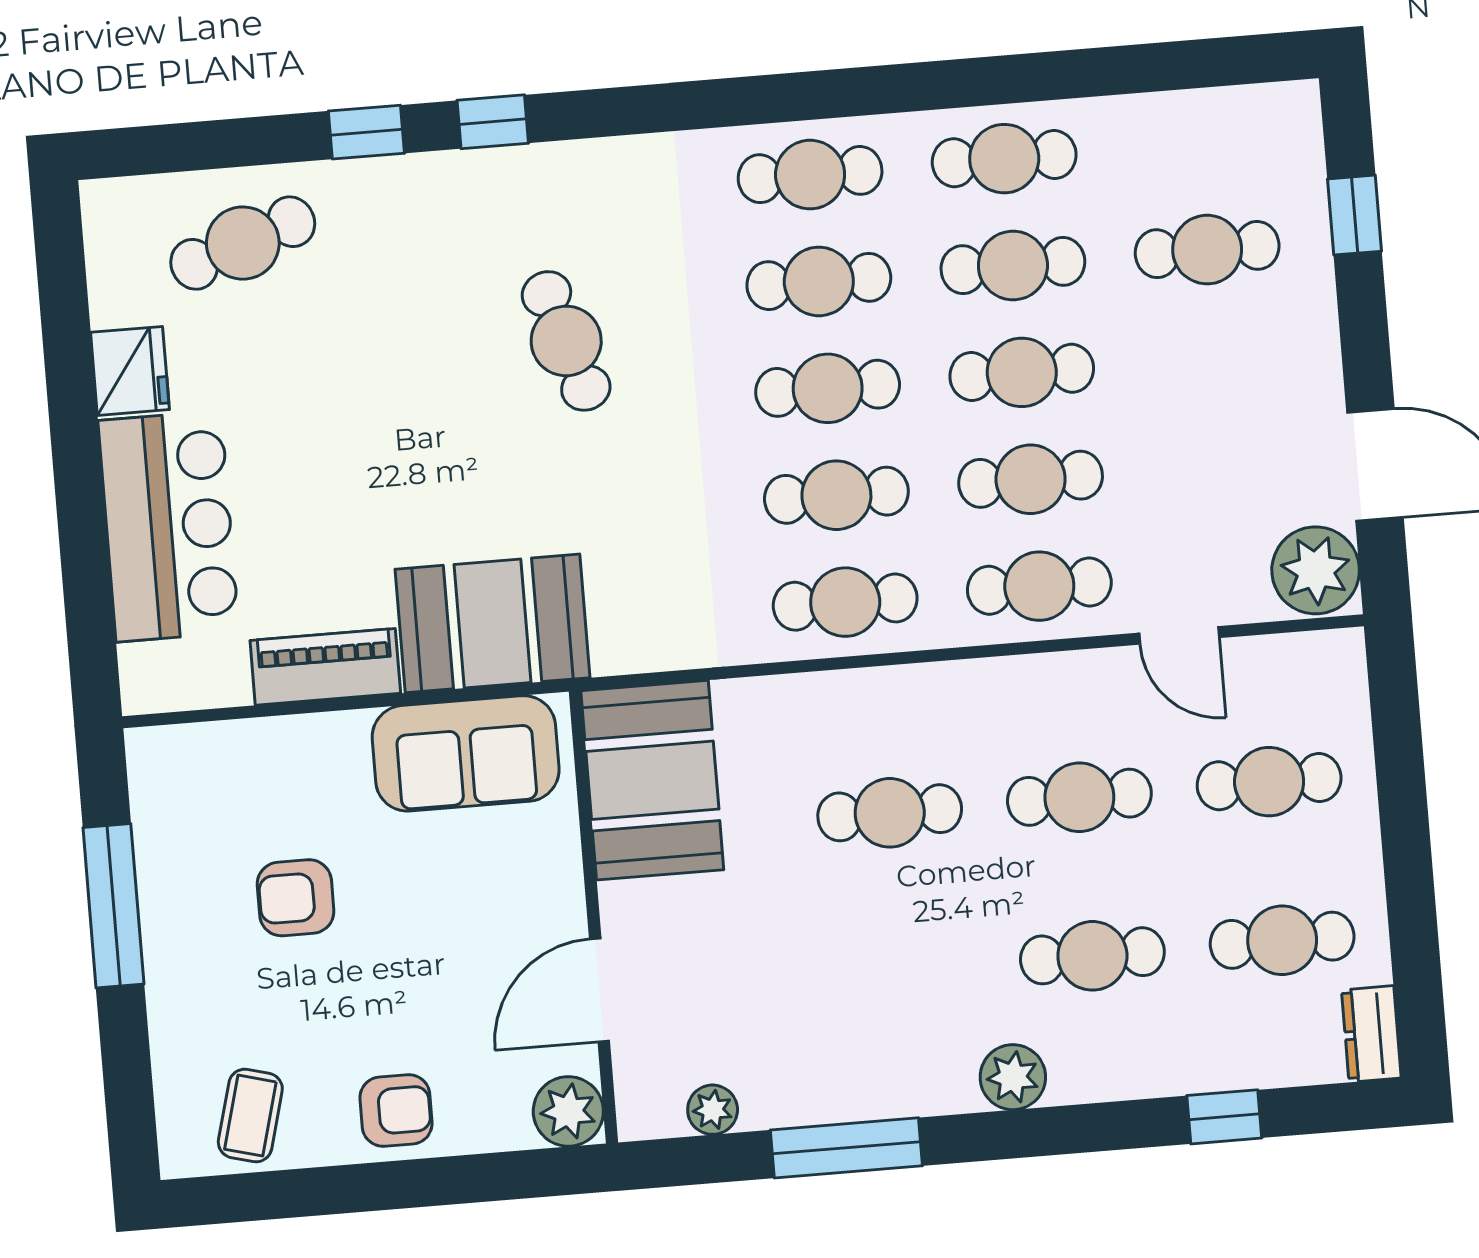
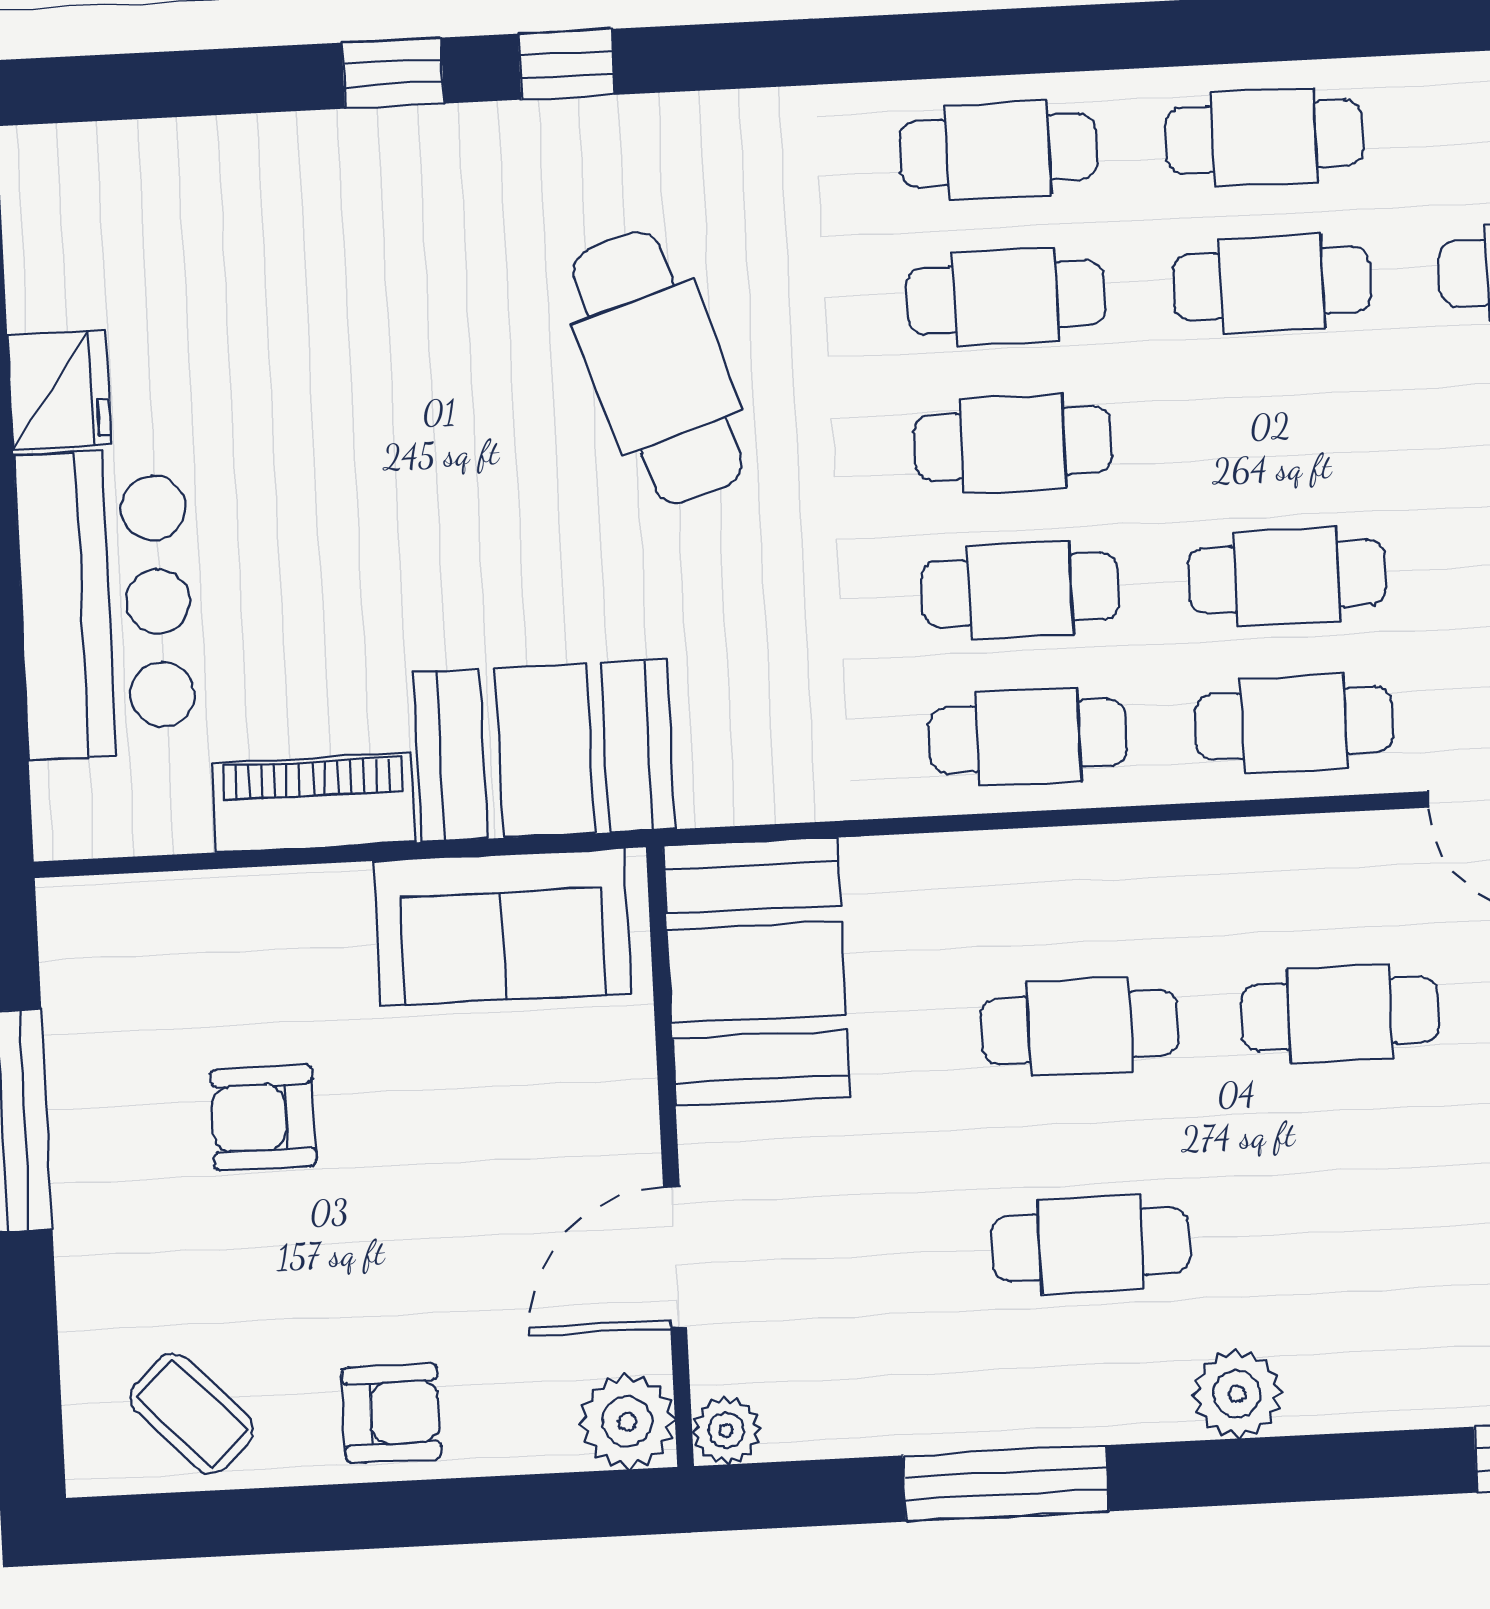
cafe table: (243, 243) -> (219, 219), removed
cafe table: (566, 341) -> (657, 367), width x1.37, depth x1.35
cafe table: (1022, 372) -> (1279, 430), removed
cafe table: (1092, 956) -> (1091, 1244), moved
plant: (713, 1110) -> (726, 1430), moved
coffee table: (250, 1116) -> (192, 1413), turned -59

